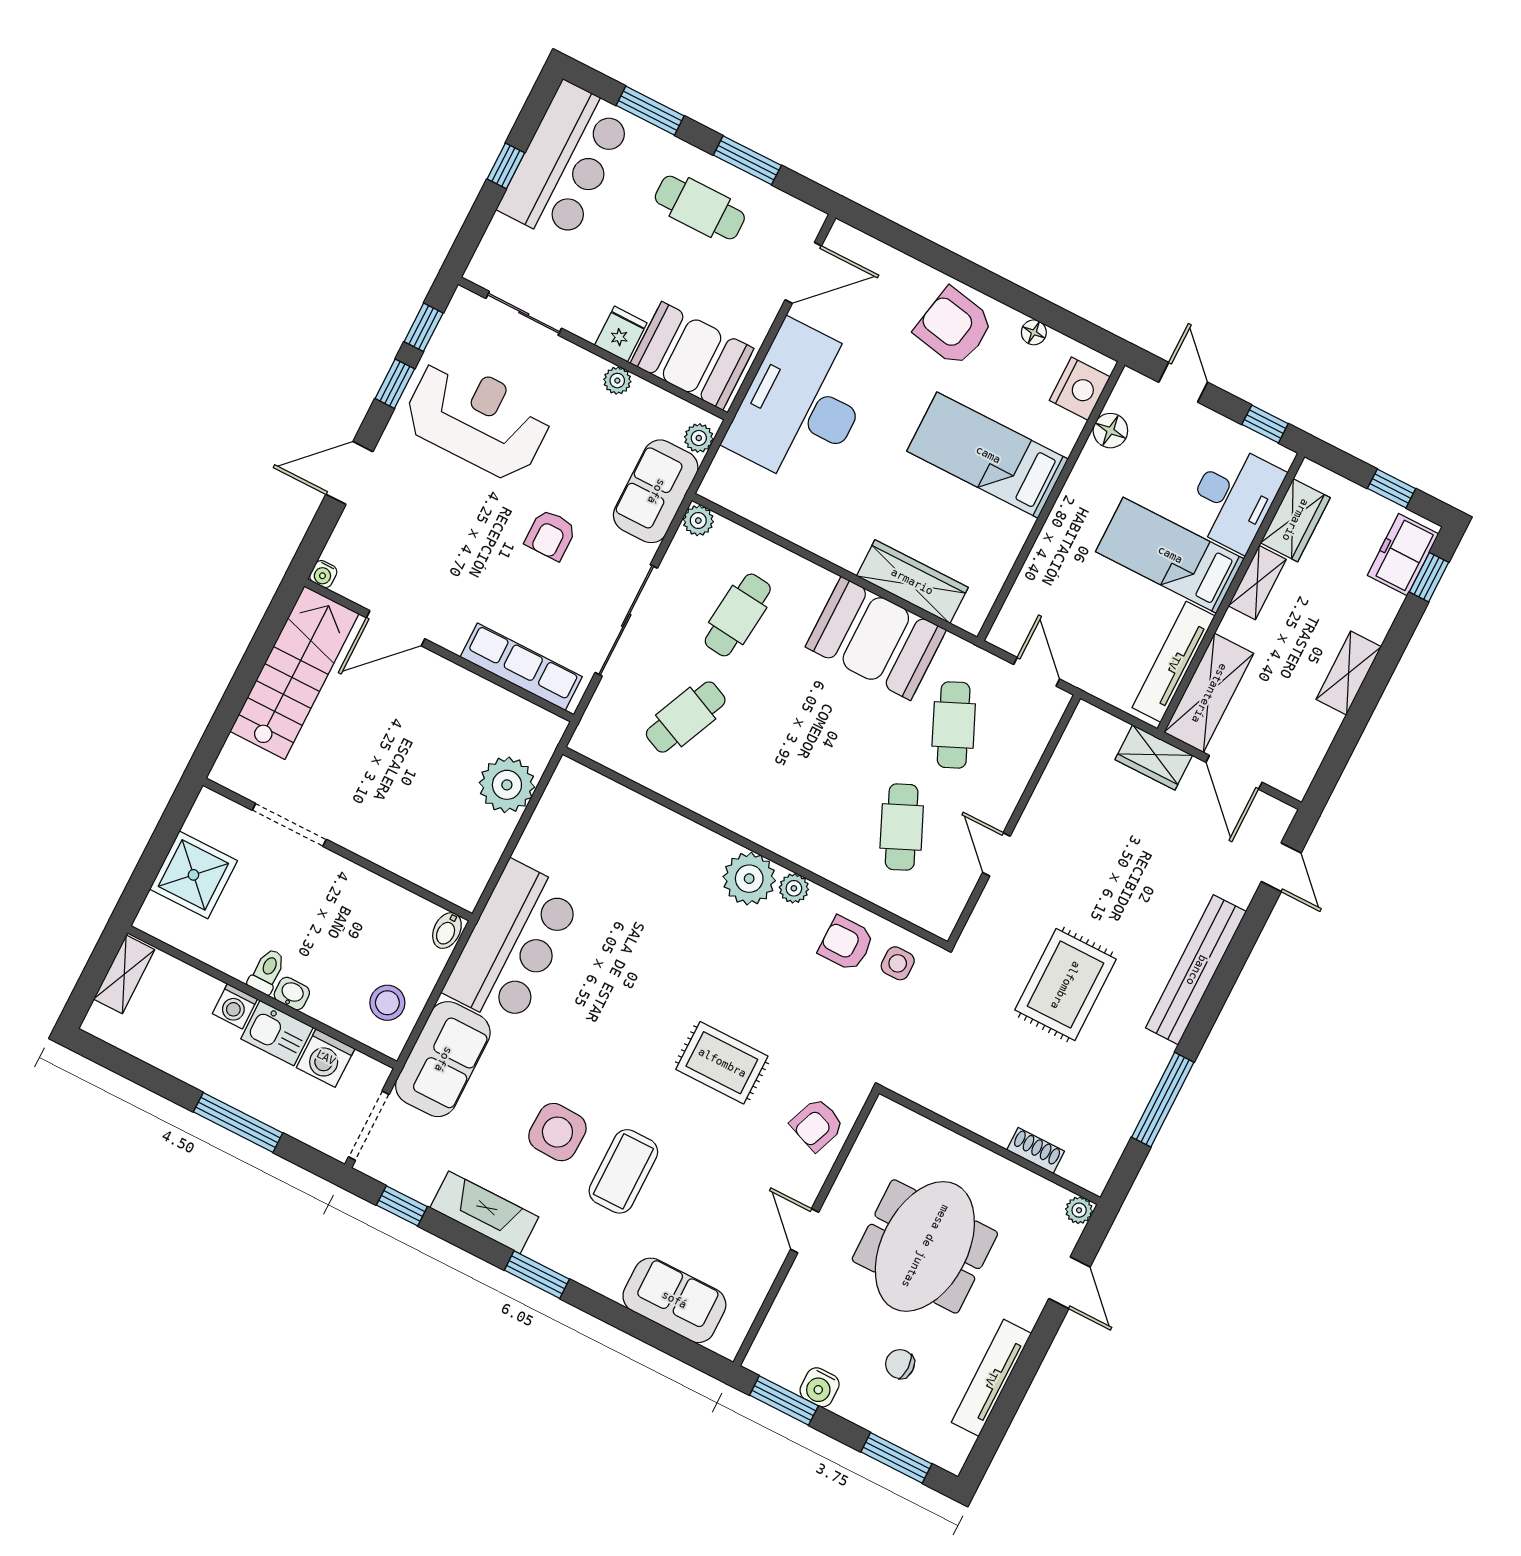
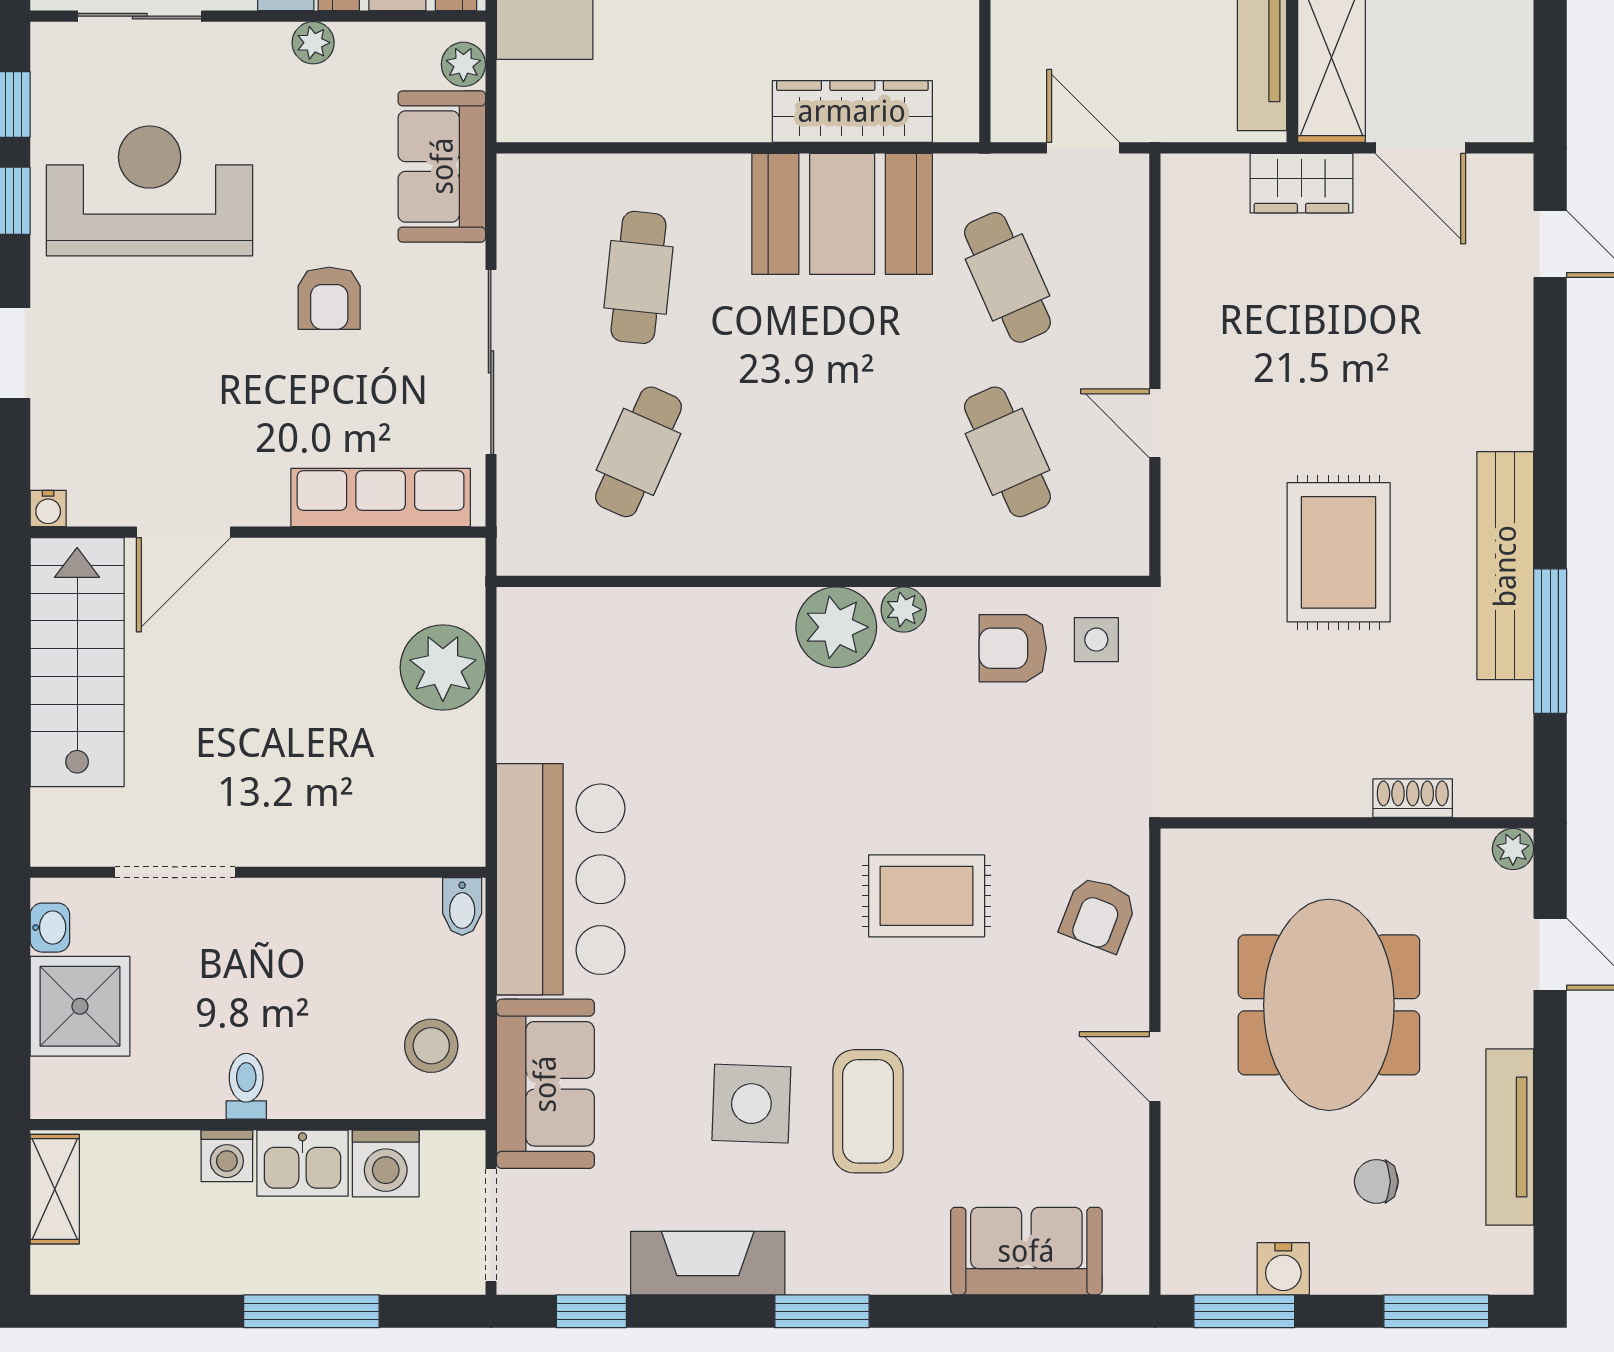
plant: (698, 521) -> (520, 177), removed
bench: (1196, 970) -> (1505, 566), moved
washbasin: (292, 994) -> (50, 928), moved, turned 90

